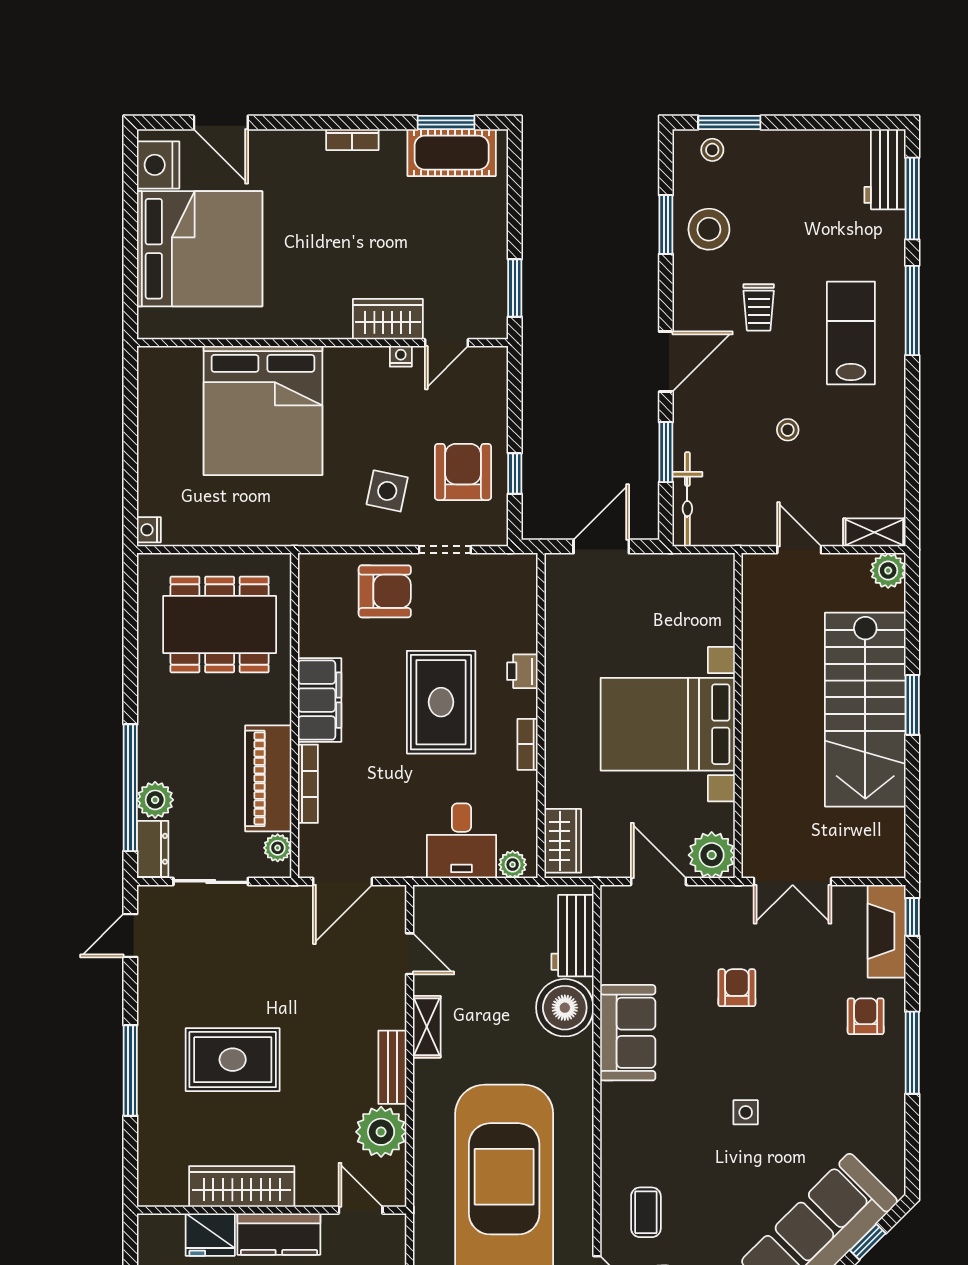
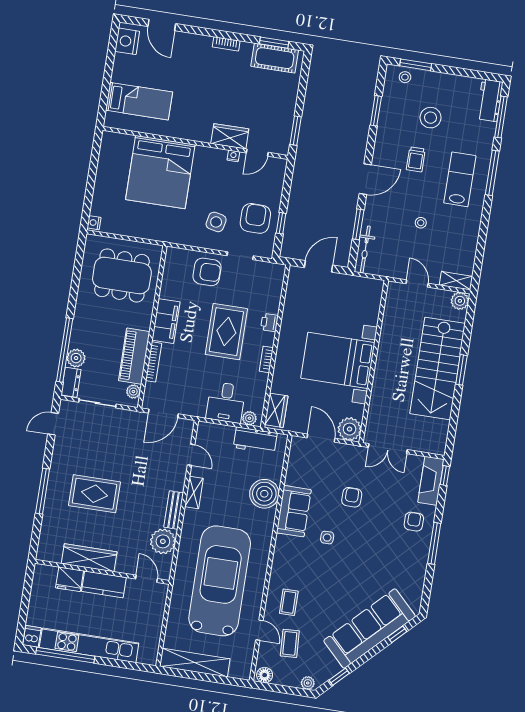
stool: (709, 229) -> (431, 118), moved
bed: (200, 249) -> (139, 101), width x0.49
workbench: (573, 936) -> (255, 440), moved, turned -90
side table: (746, 1112) -> (327, 538), moved

